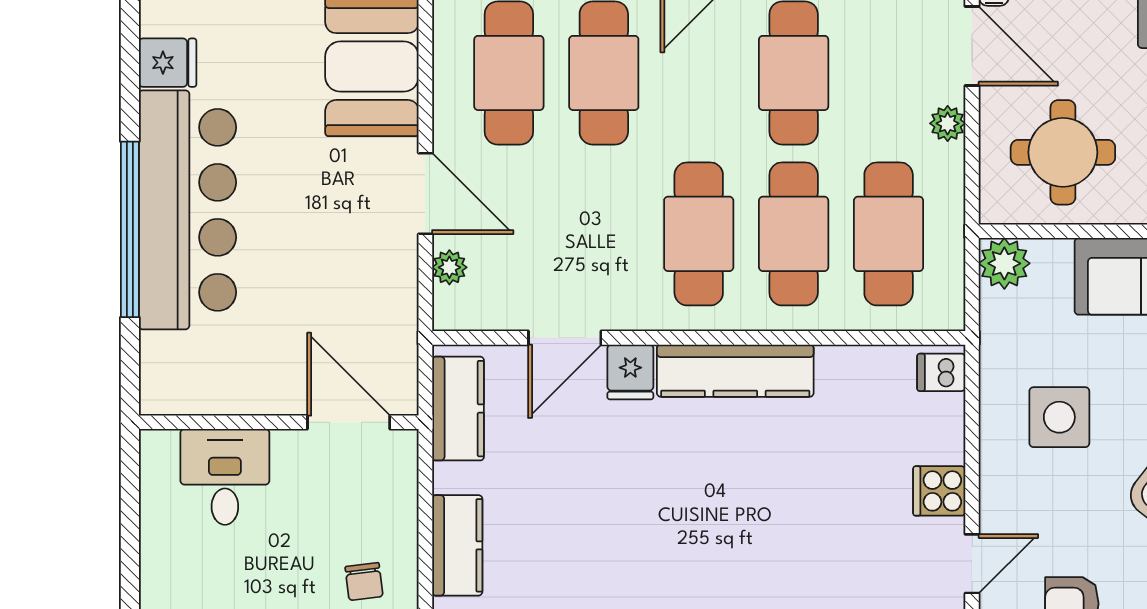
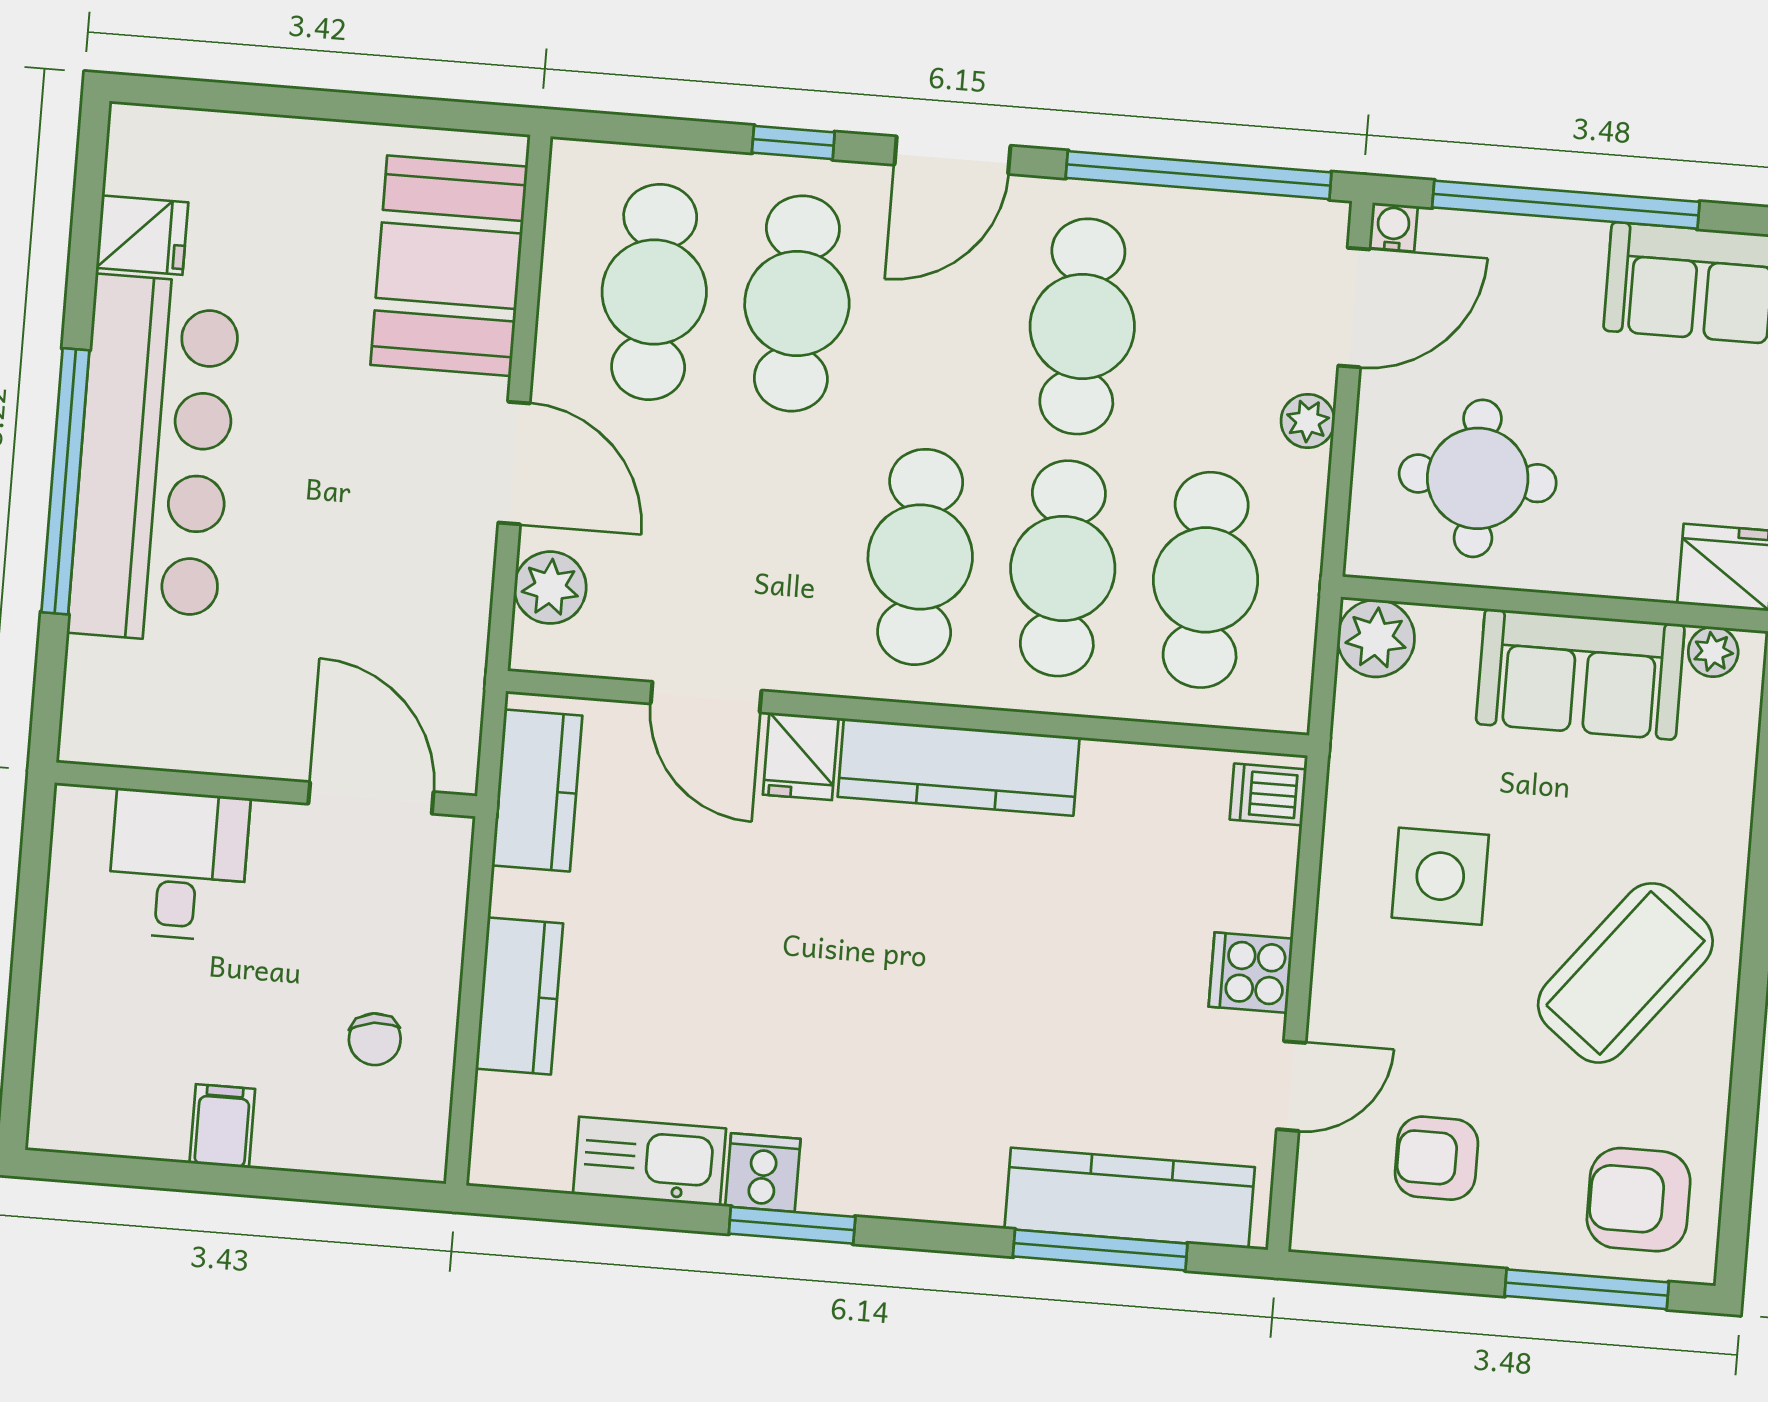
door: (972, 46) -> (1354, 308), hinge flipped
plant: (449, 267) -> (550, 588), width x1.38, depth x1.38
door: (565, 338) -> (706, 697), hinge flipped

